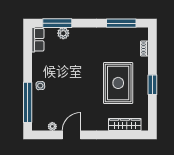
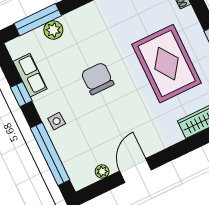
row of seats: (38, 40) -> (30, 75), moved
window: (28, 61) -> (21, 94), added
chair: (75, 73) -> (97, 78), added

